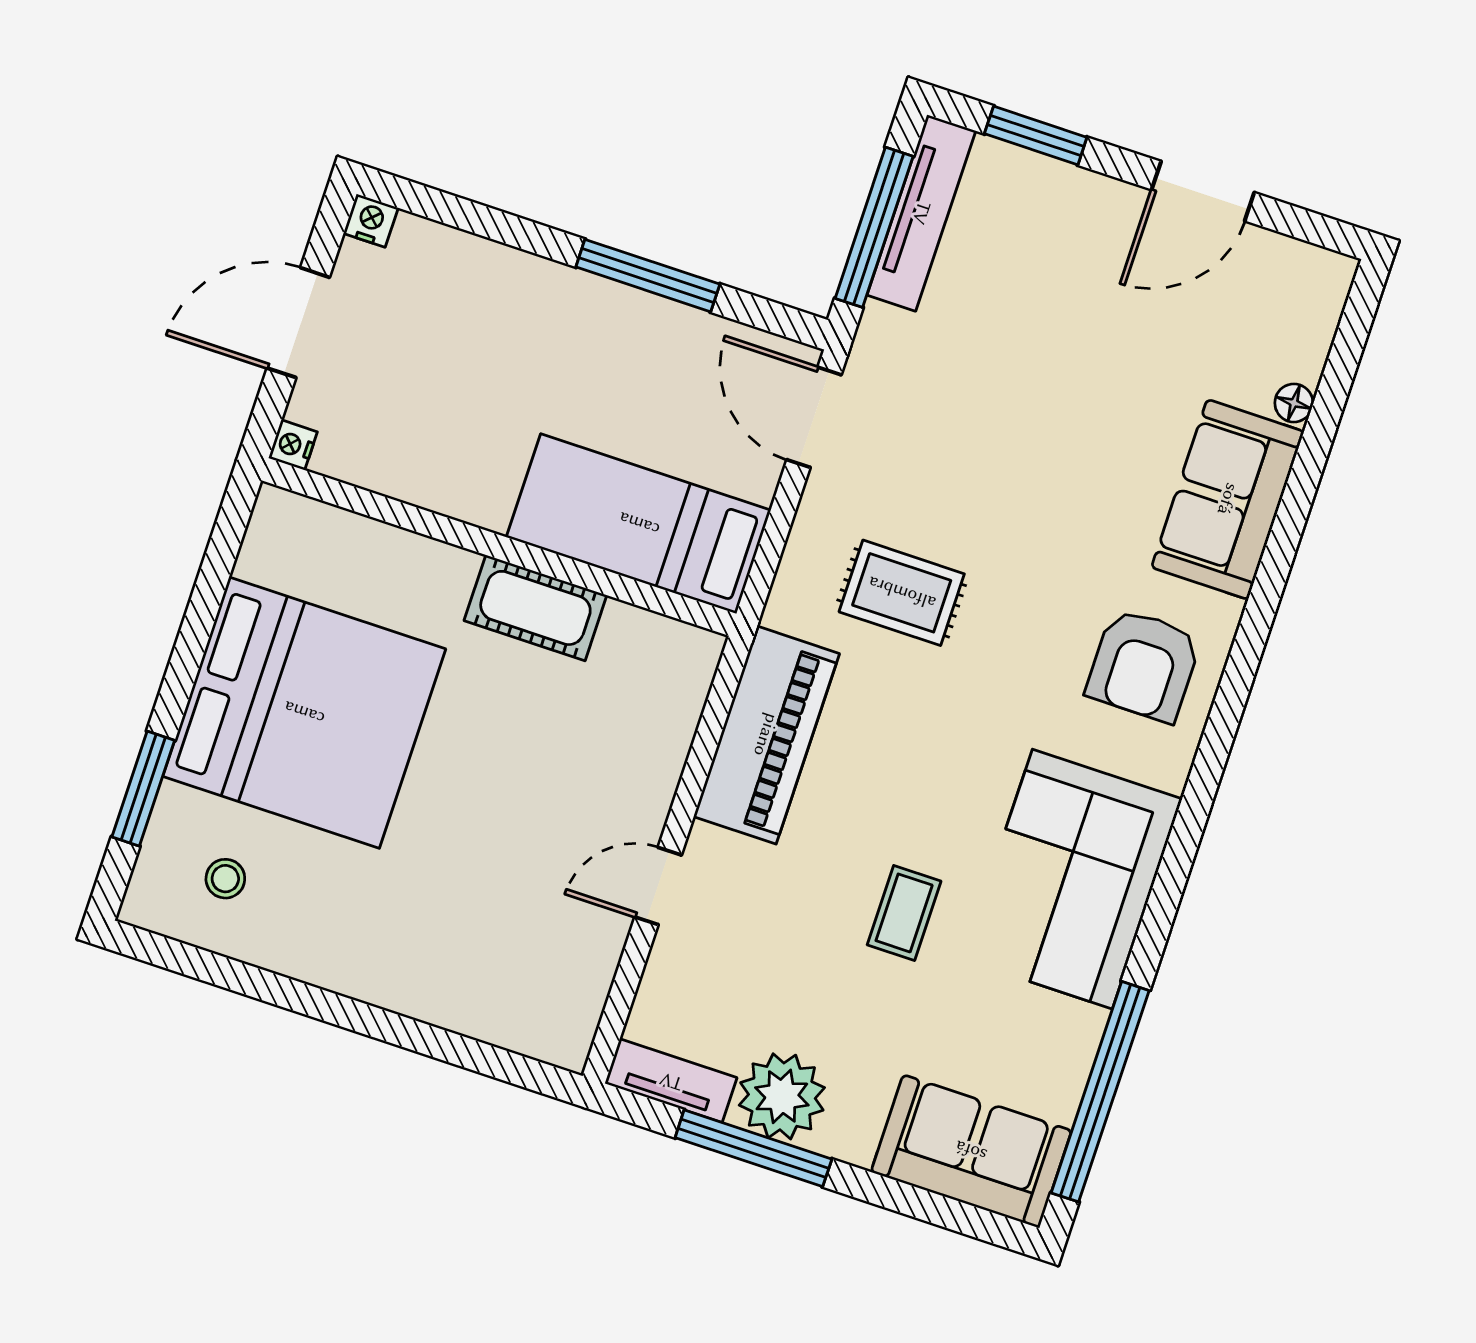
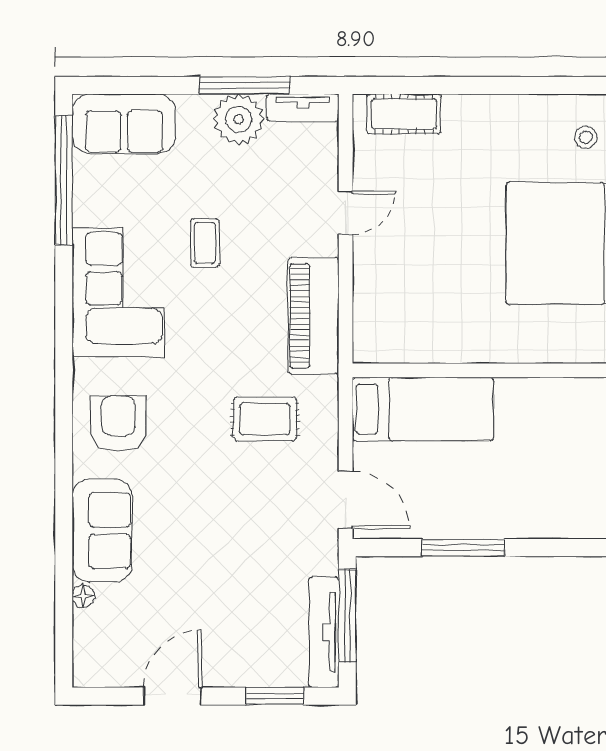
cot: (535, 608) -> (404, 114), moved

